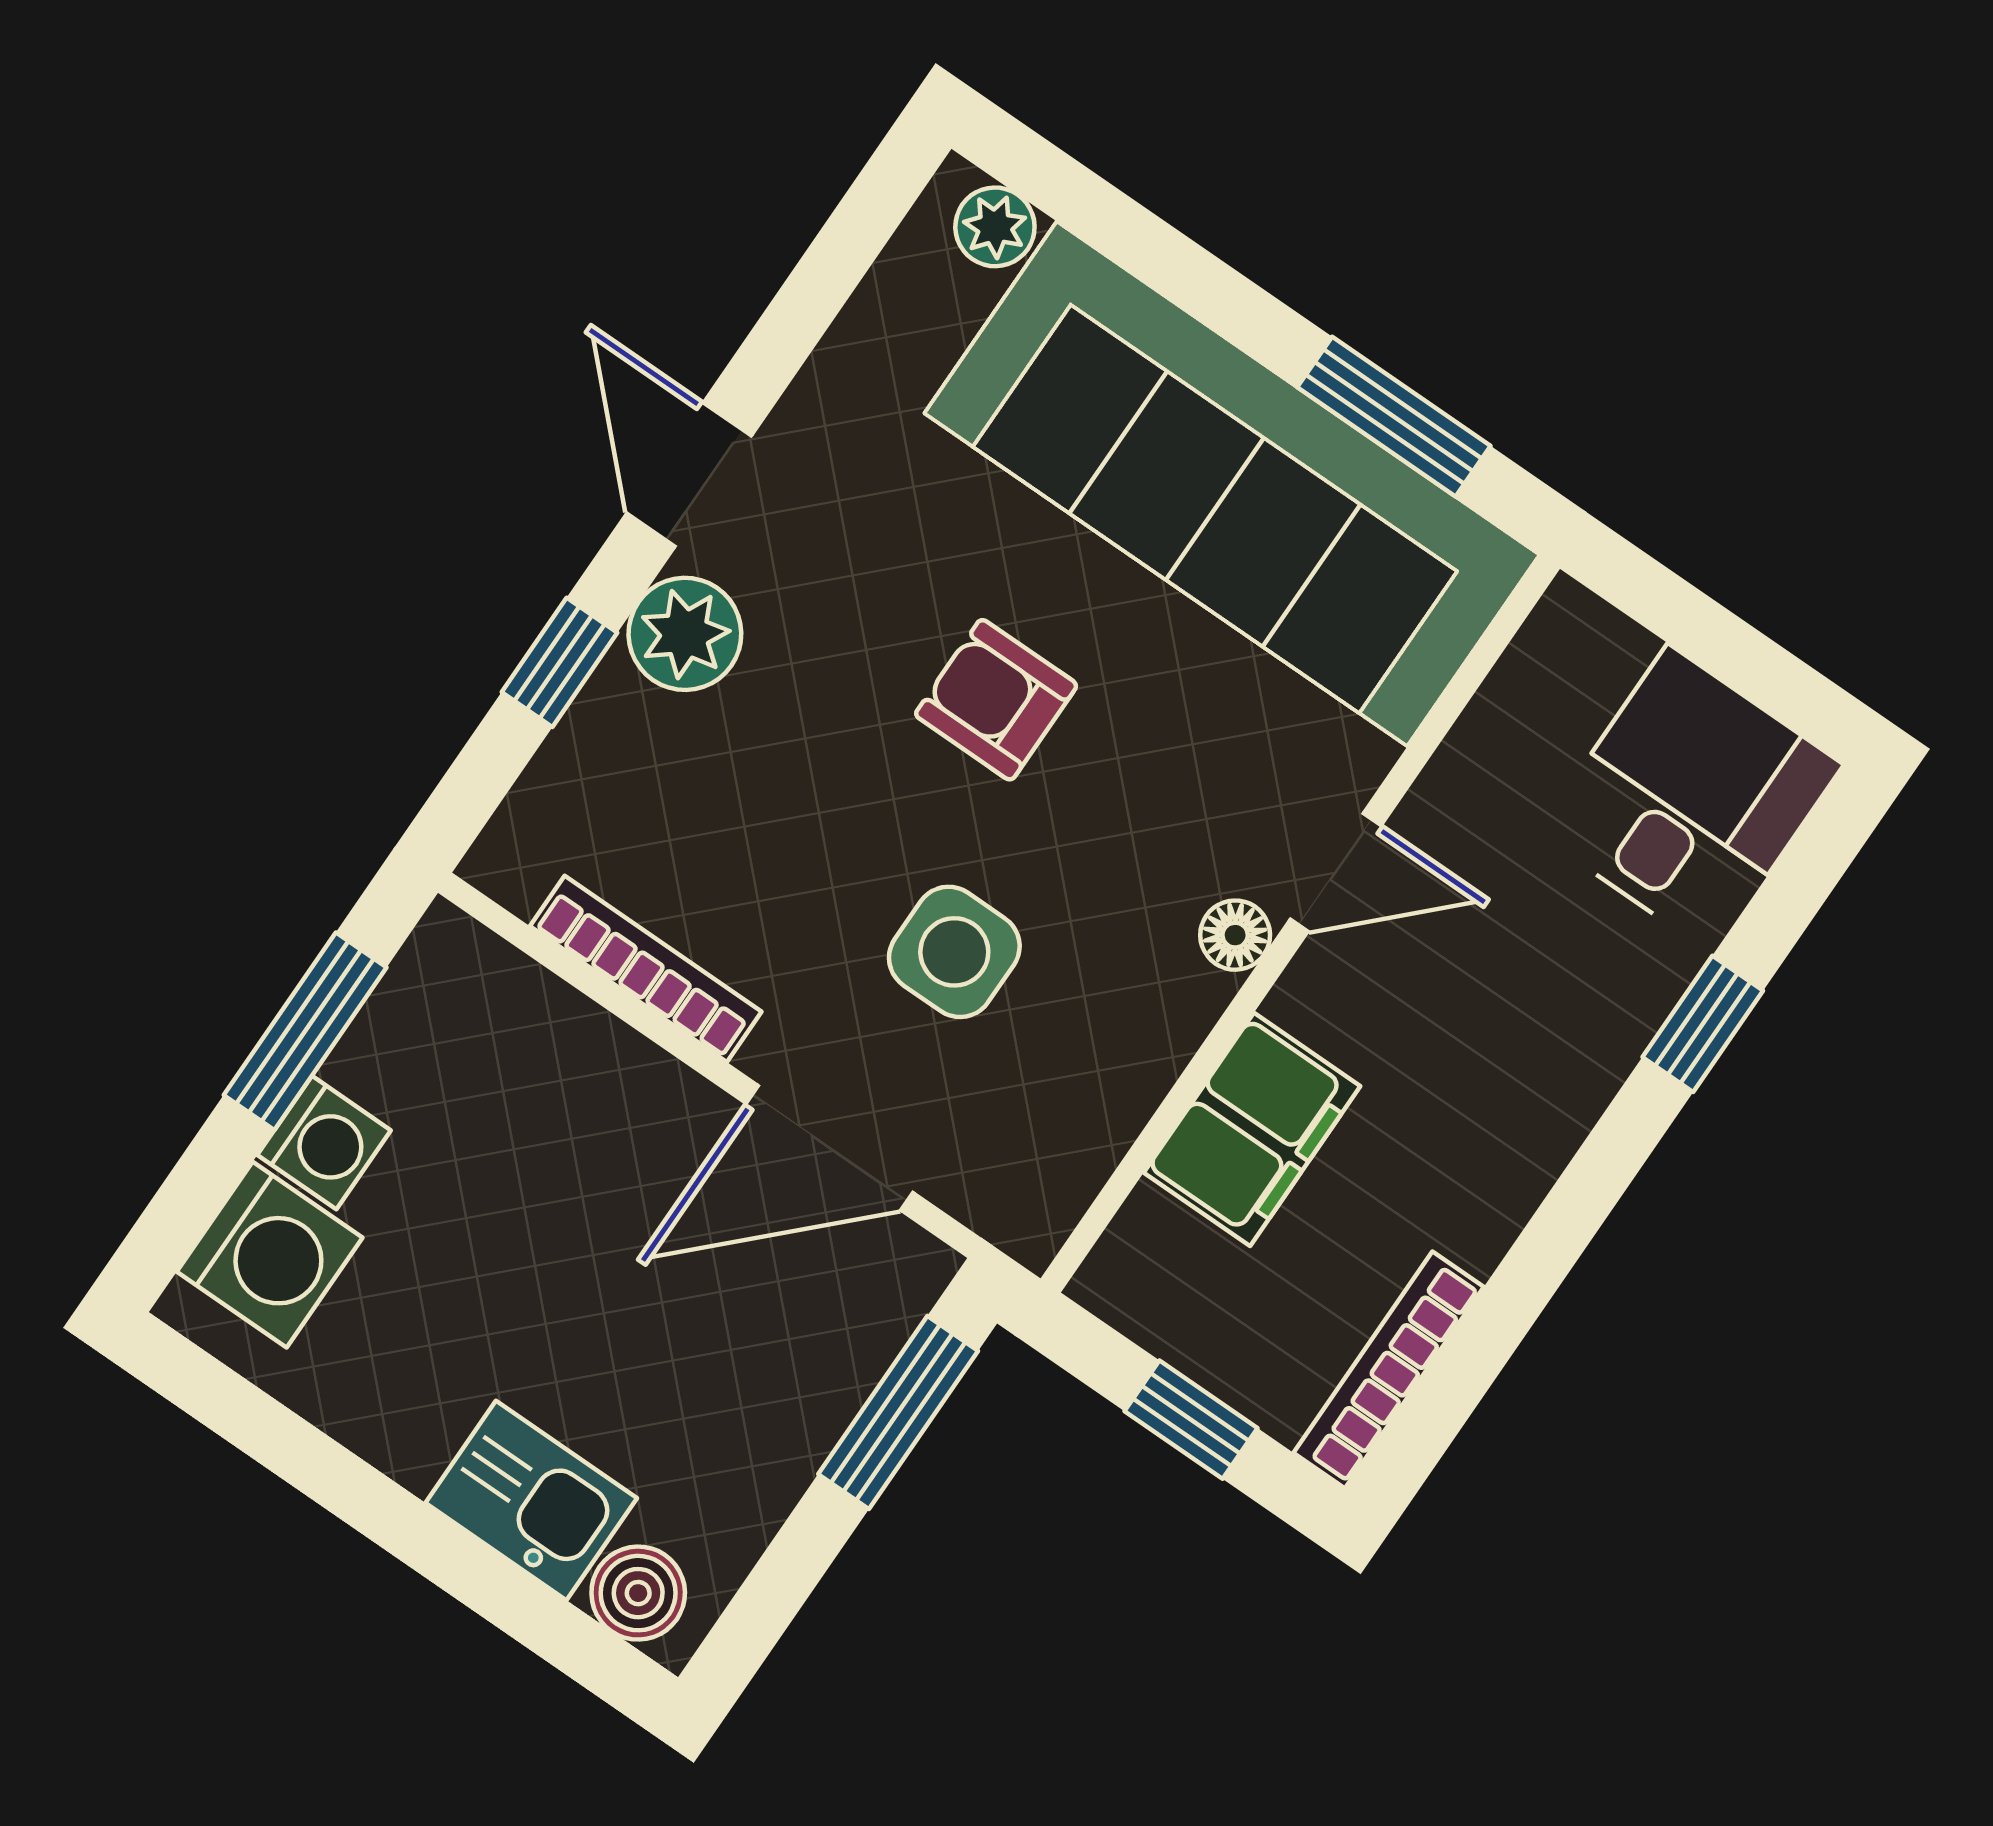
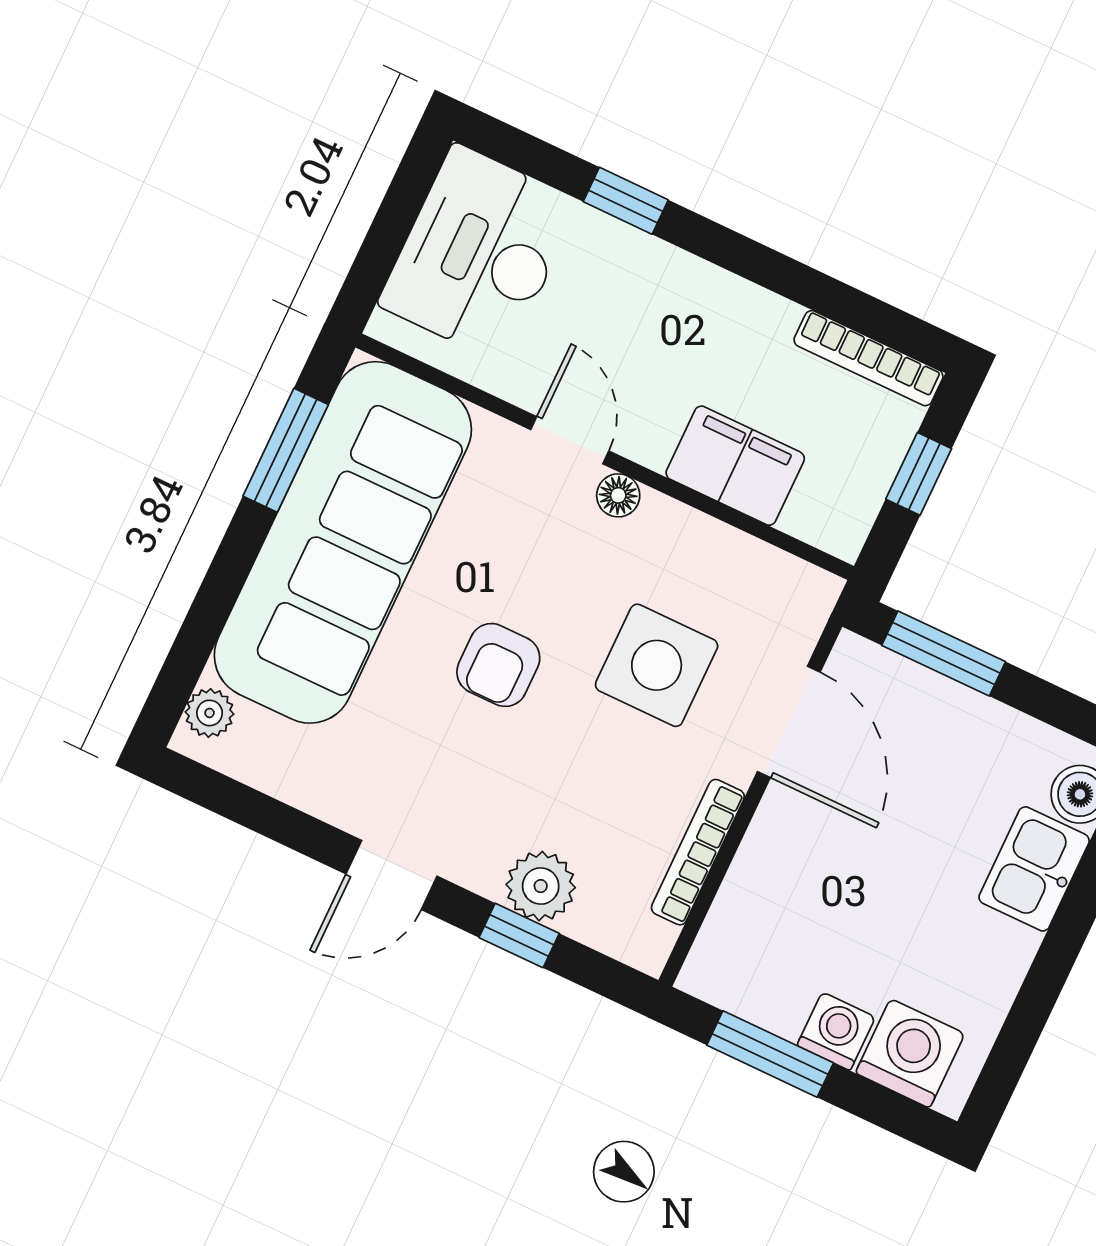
plant: (685, 634) -> (541, 886), moved
desk: (1690, 799) -> (479, 253), width x1.37
side table: (954, 952) -> (657, 665), width x1.37, depth x1.37

